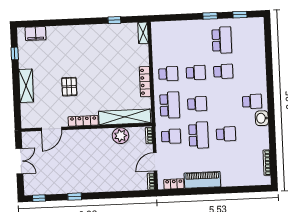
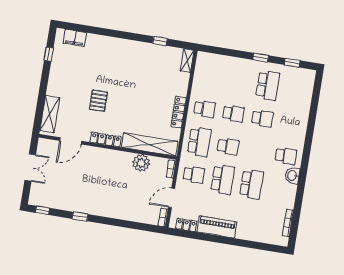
shelving: (26, 86) -> (50, 114), moved
school desk: (226, 134) -> (252, 184), width x1.85

